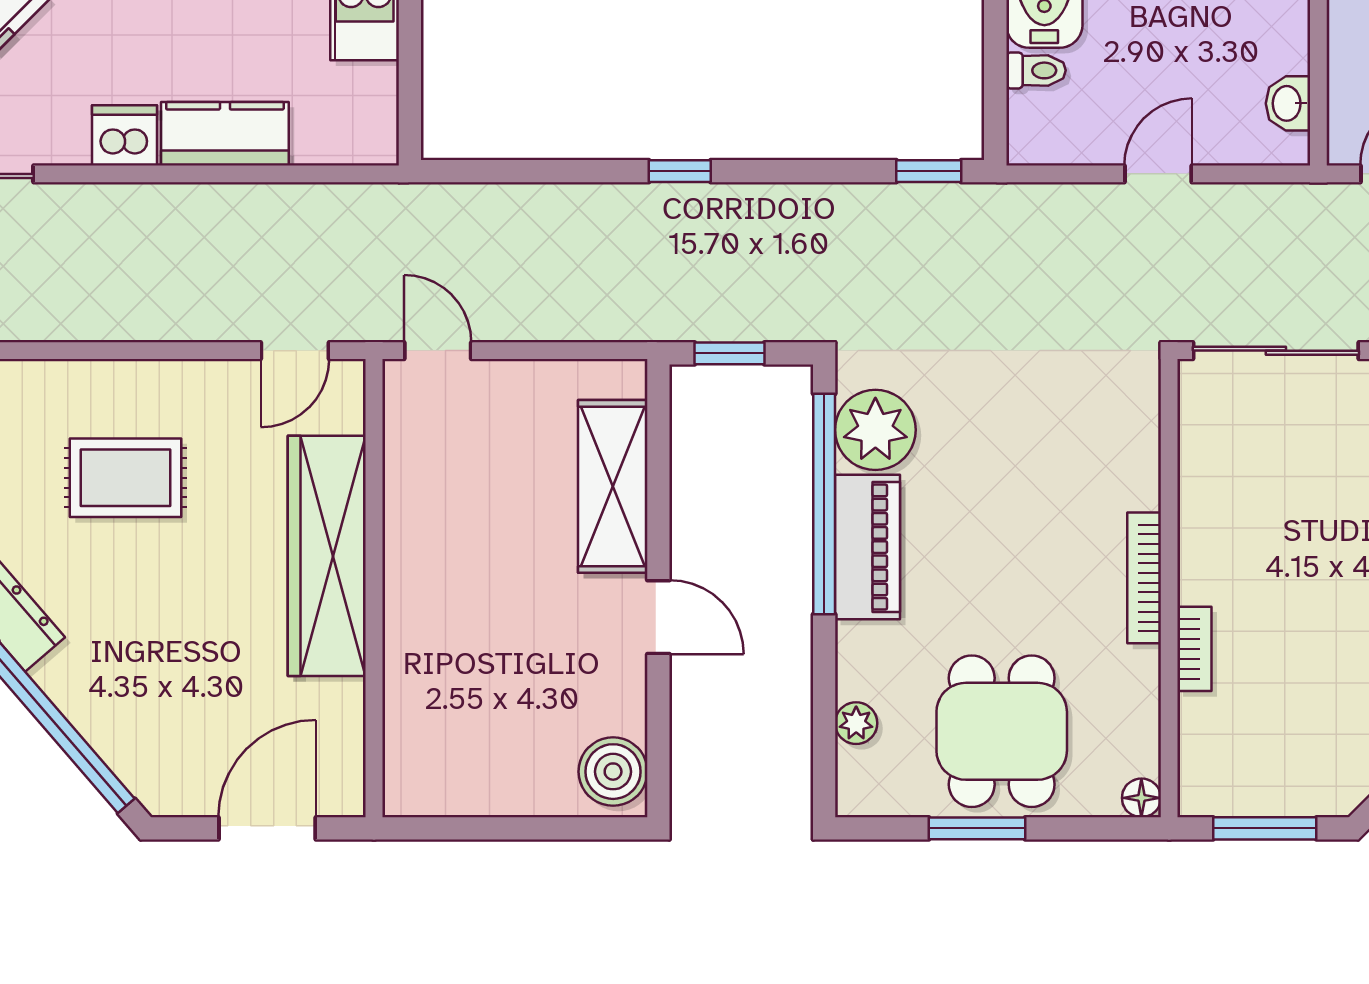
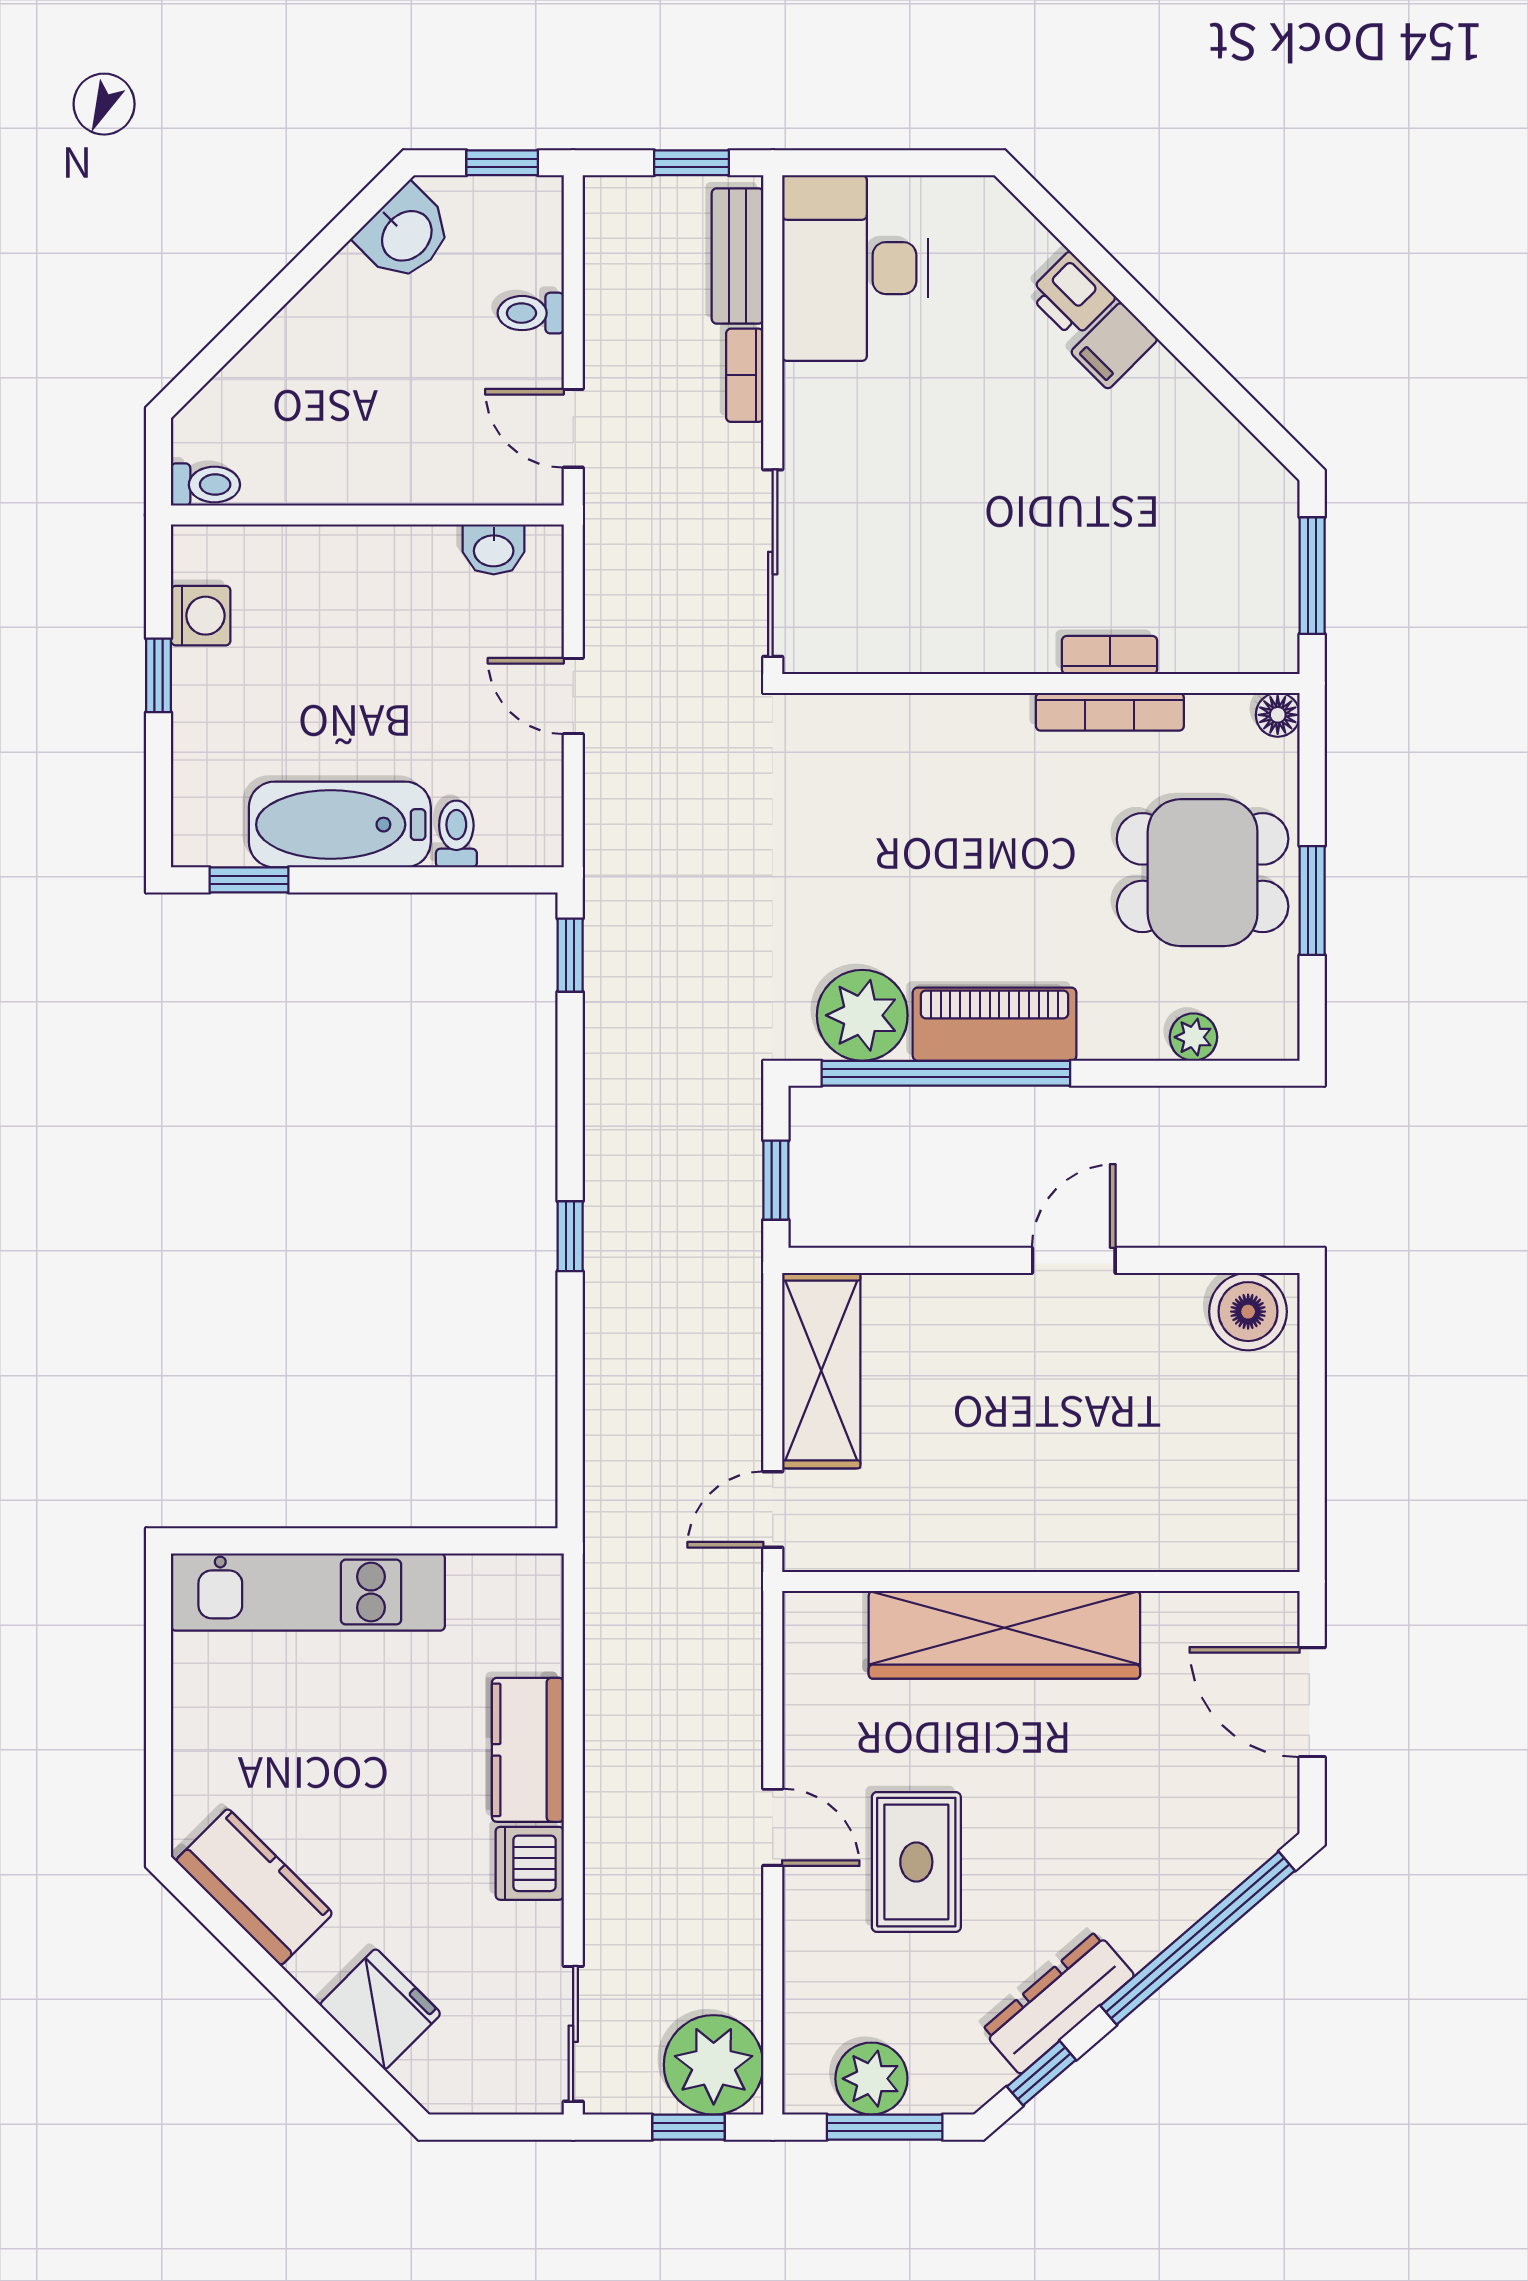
door: (295, 351) -> (773, 1827), moved
shelving: (613, 486) -> (821, 1371), moved, turned 90
bookcase: (1144, 578) -> (1110, 712), moved

